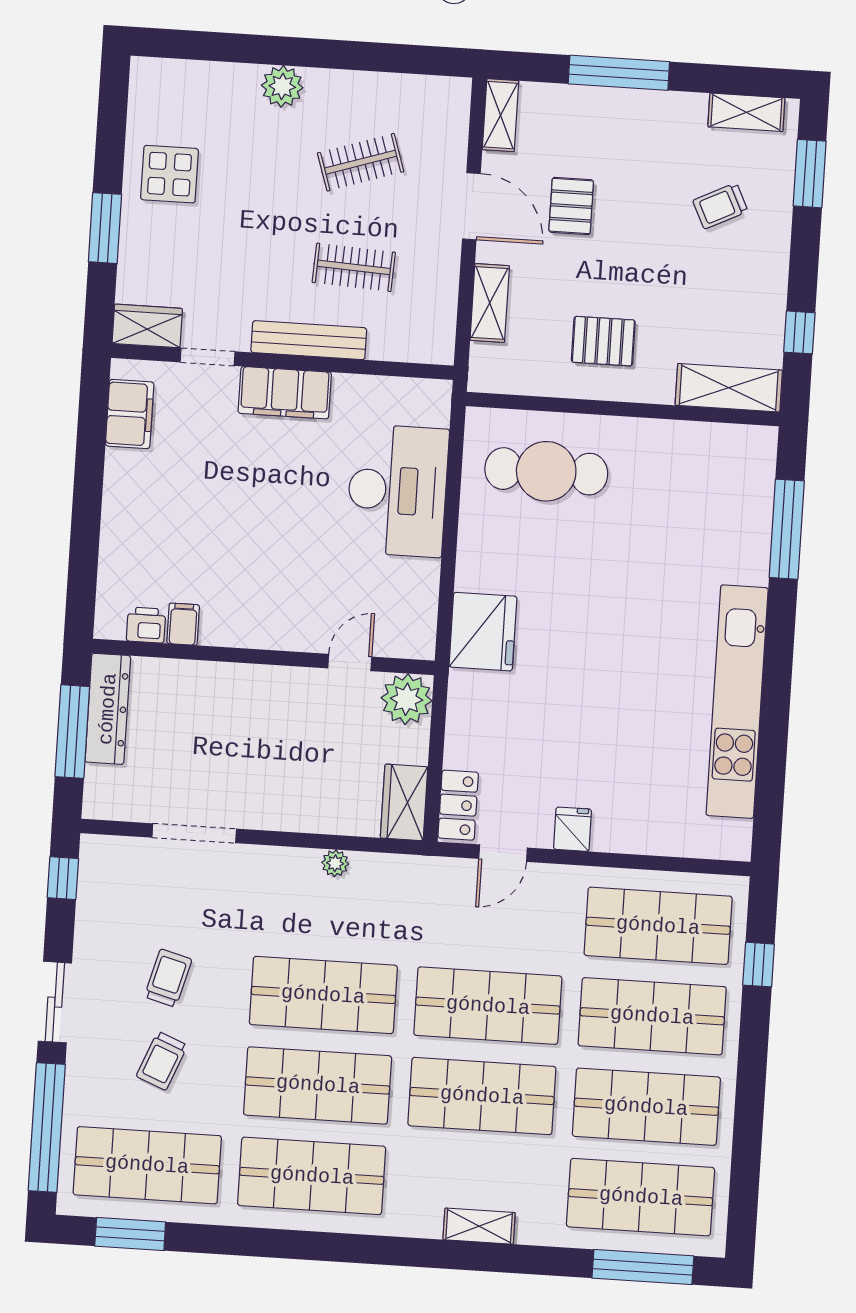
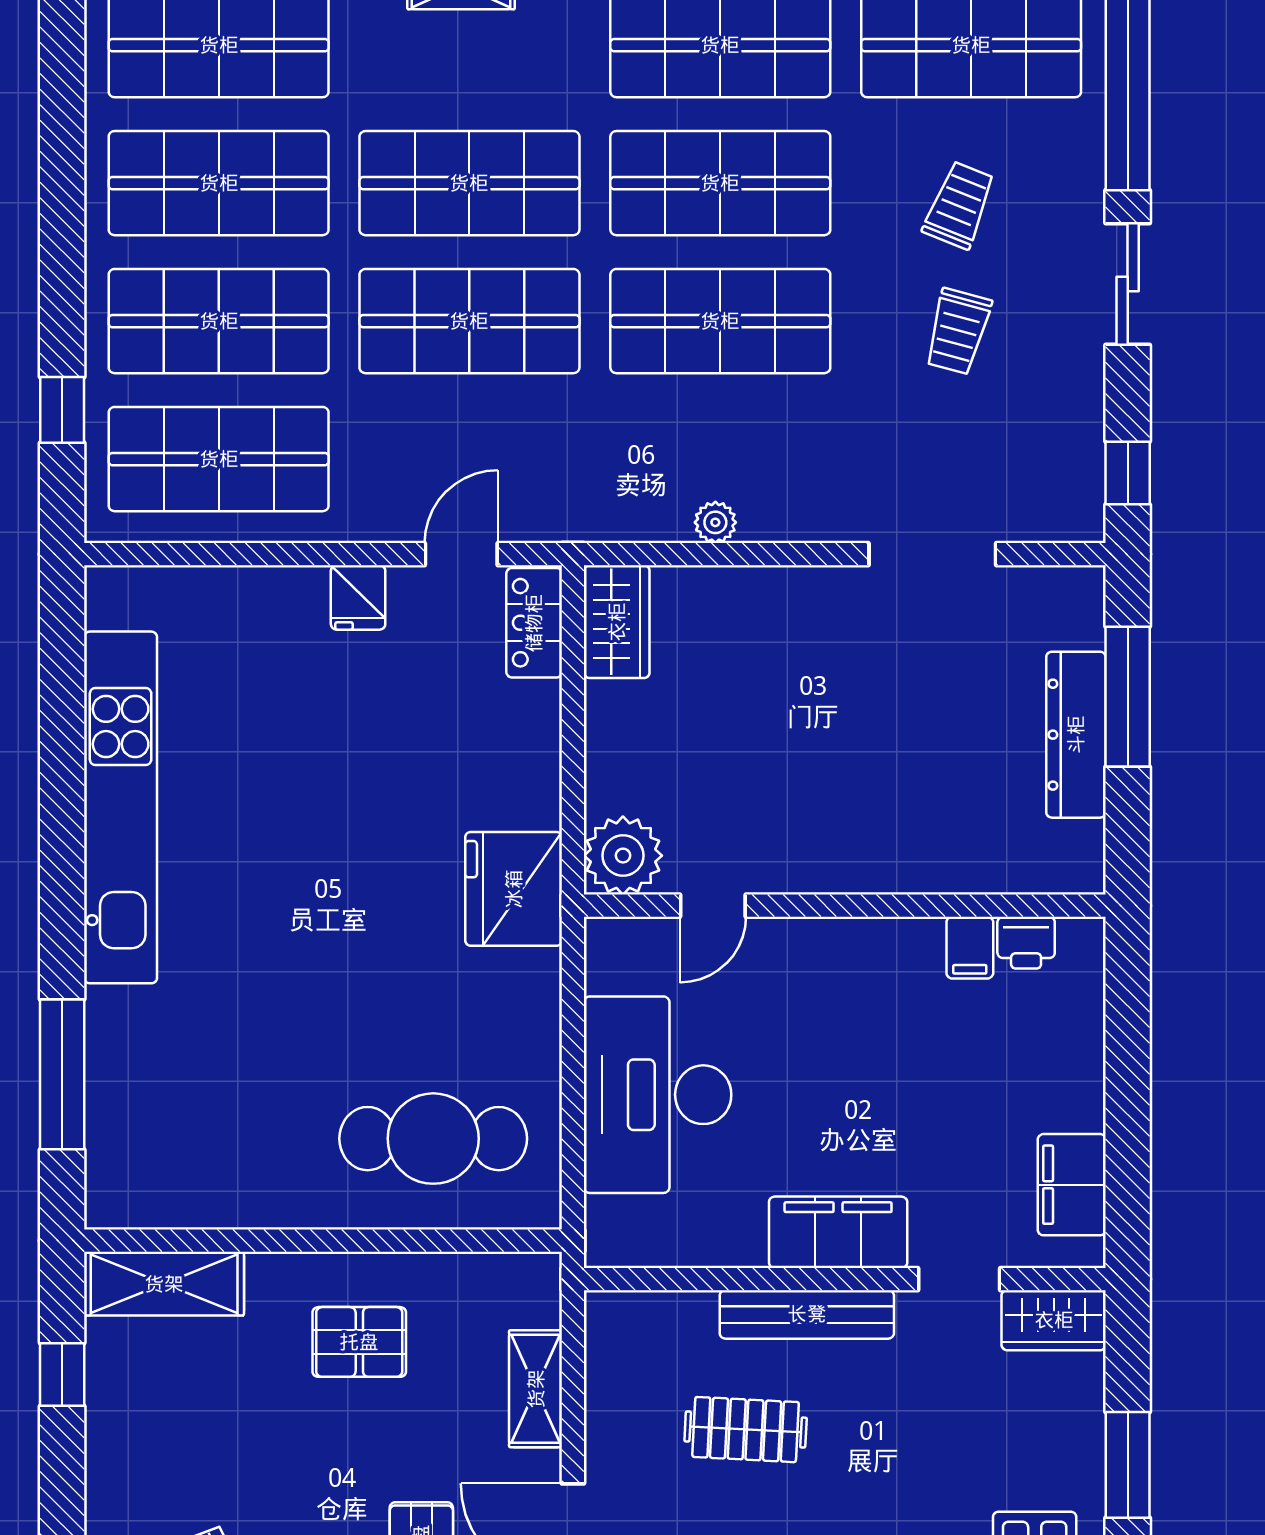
filing cabinet: (183, 624) -> (970, 948), moved
printer: (146, 625) -> (1026, 943), moved
wall: (263, 657) -> (845, 906), moved
door: (350, 663) -> (713, 906), moved
plant: (407, 699) -> (623, 856), moved

